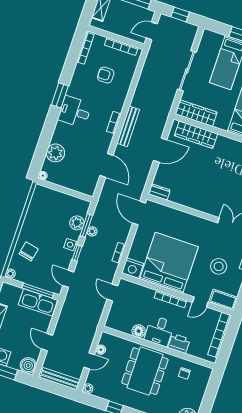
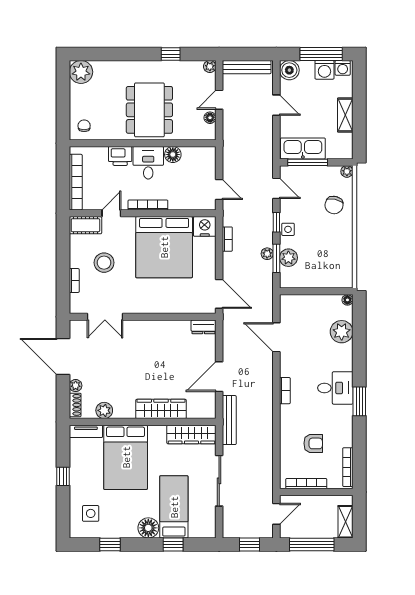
bench: (128, 126) -> (229, 420), moved
wardrobe: (196, 135) -> (161, 409), moved
chair: (184, 373) -> (84, 126), moved

